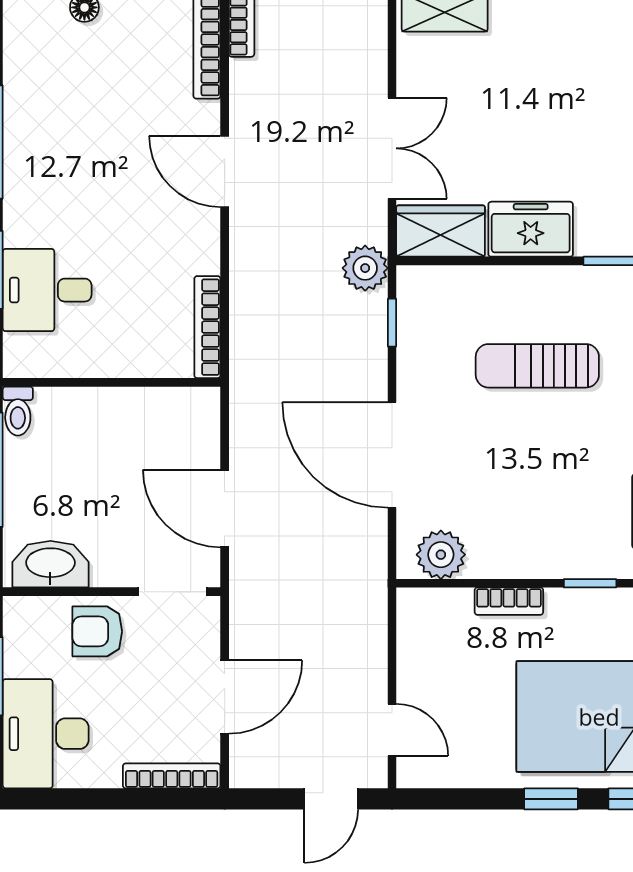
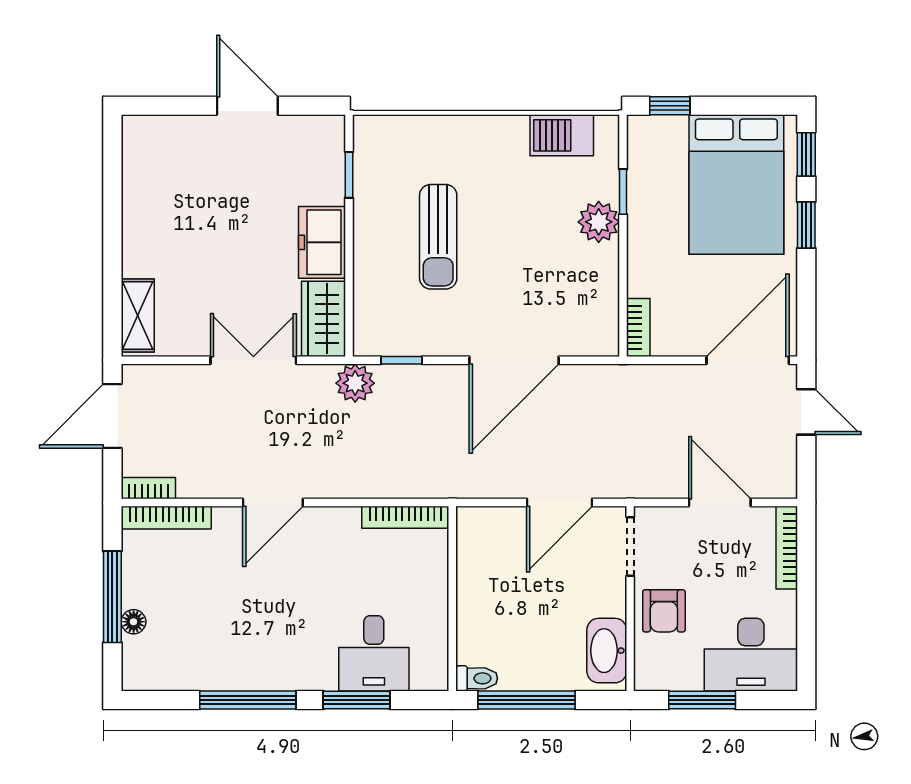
plant: (441, 555) -> (599, 222), moved
bookcase: (509, 601) -> (638, 328), moved
door: (392, 730) -> (748, 360), width x1.87

